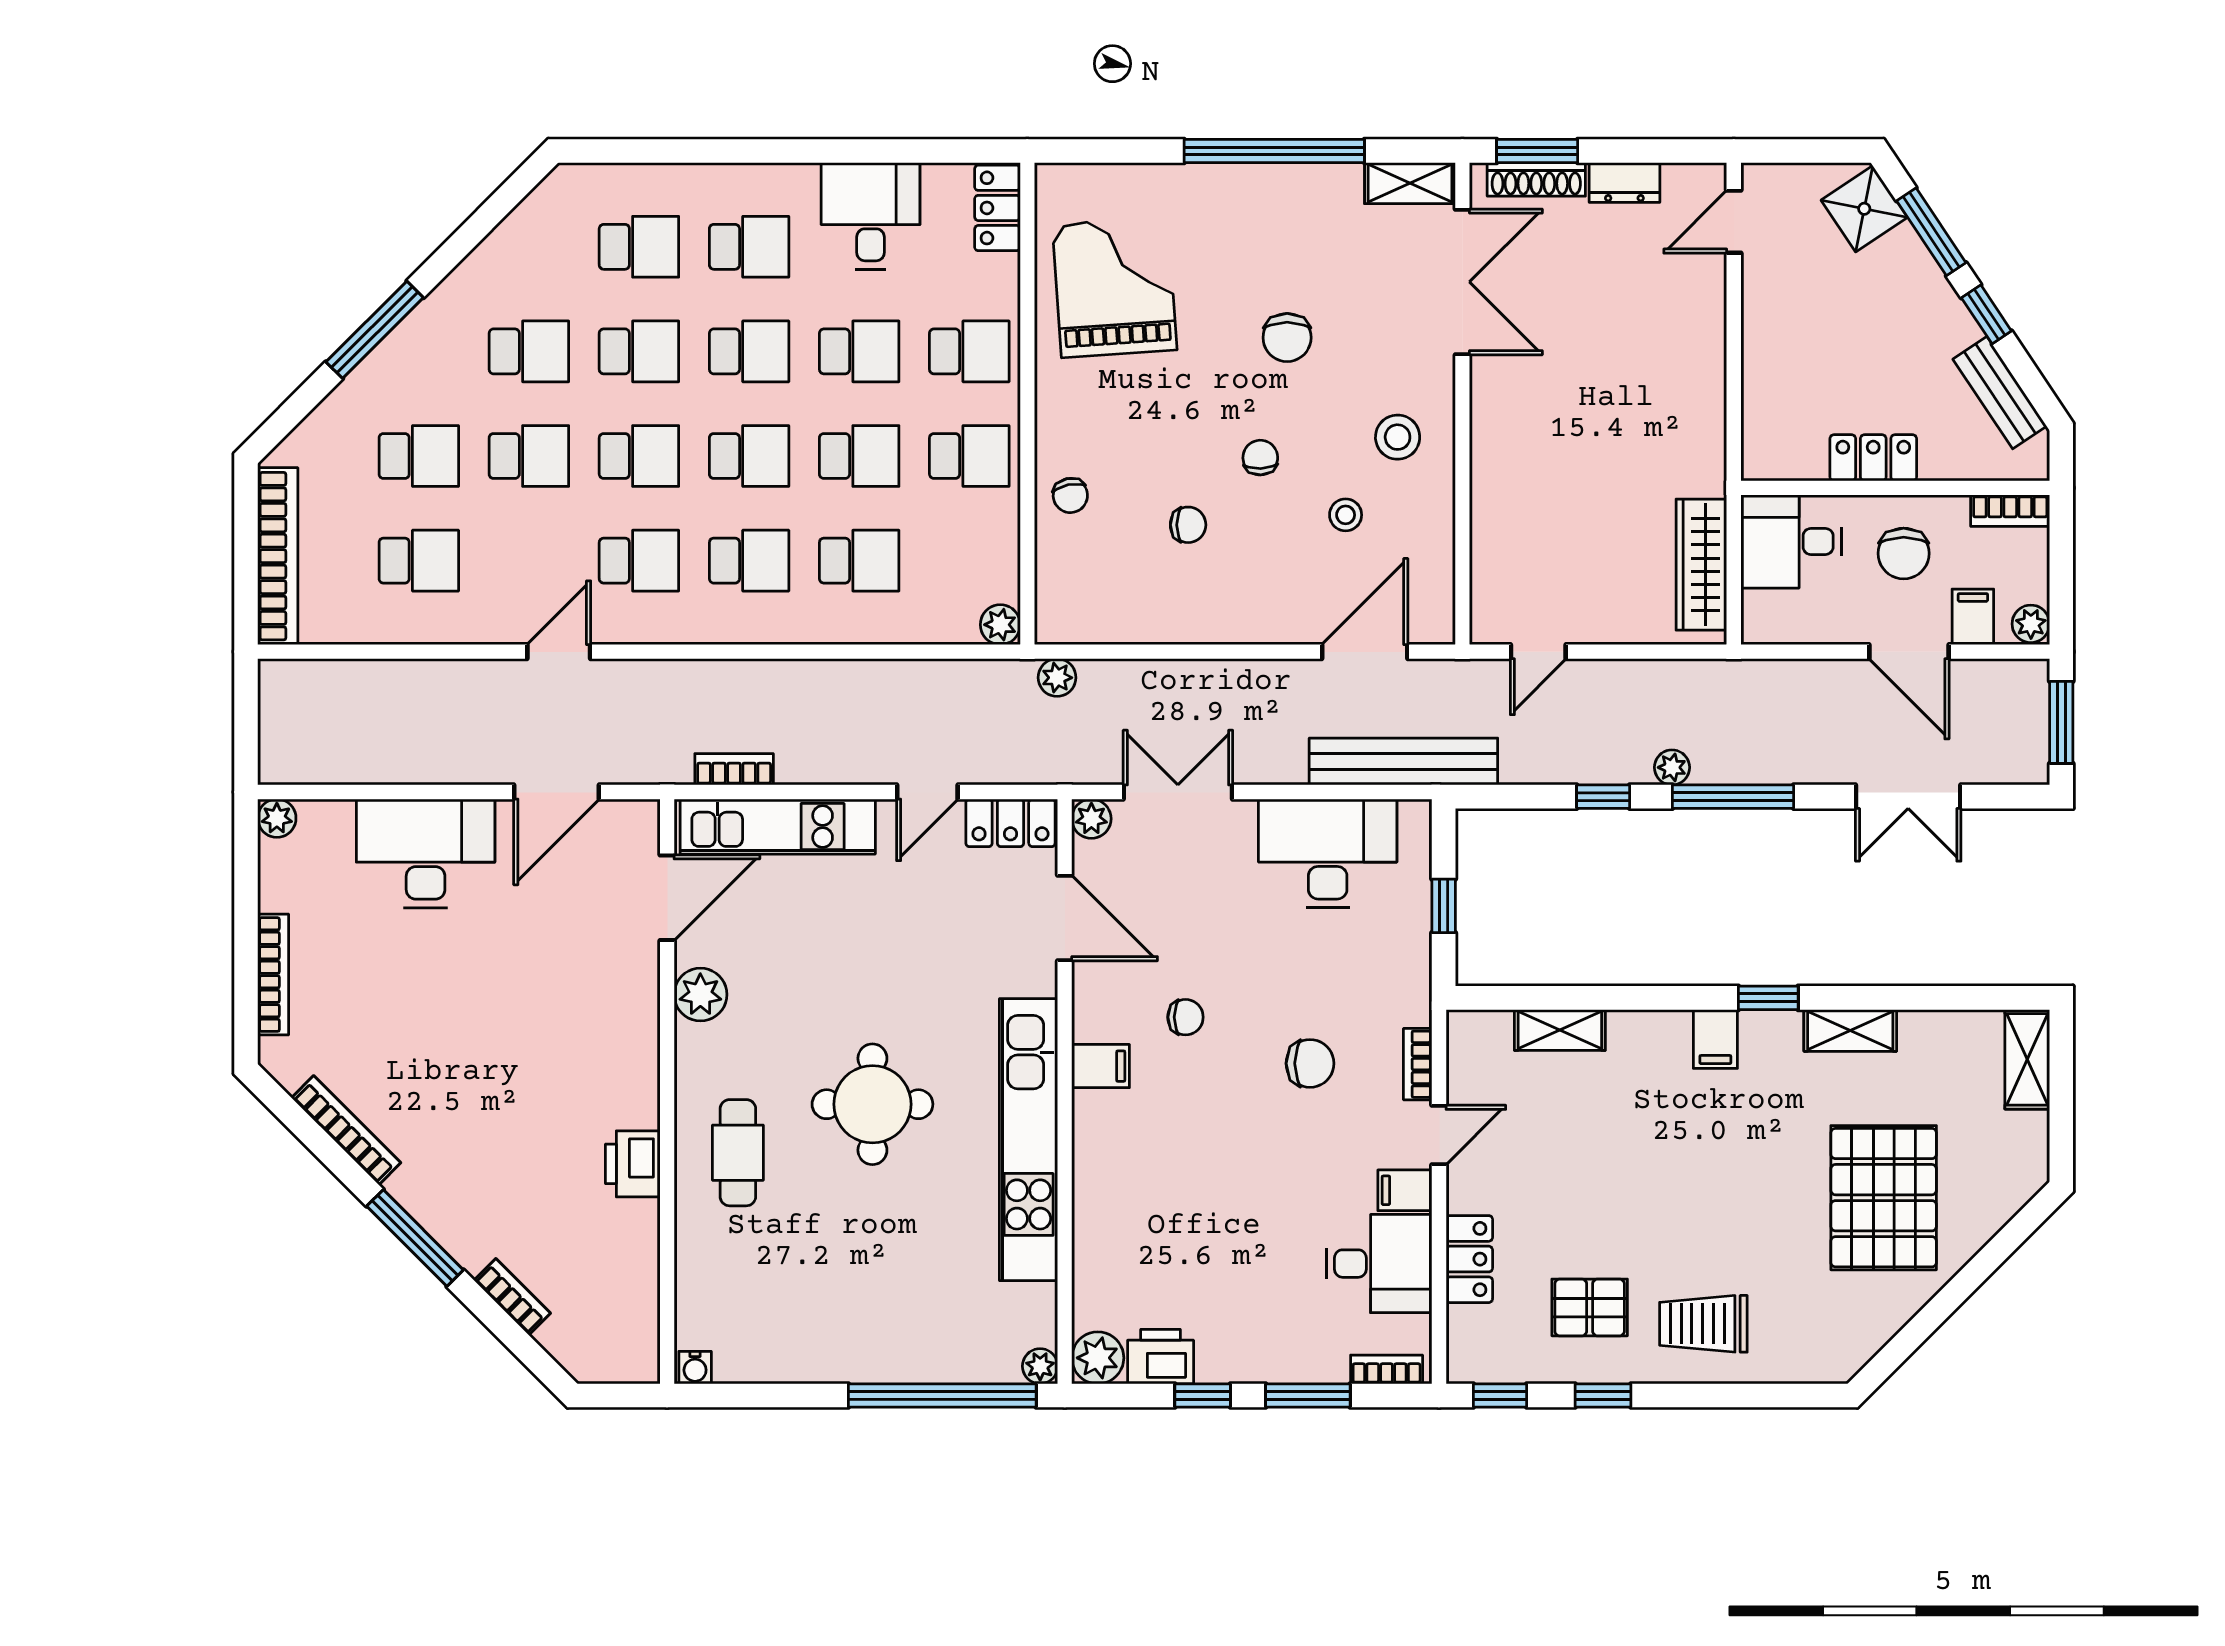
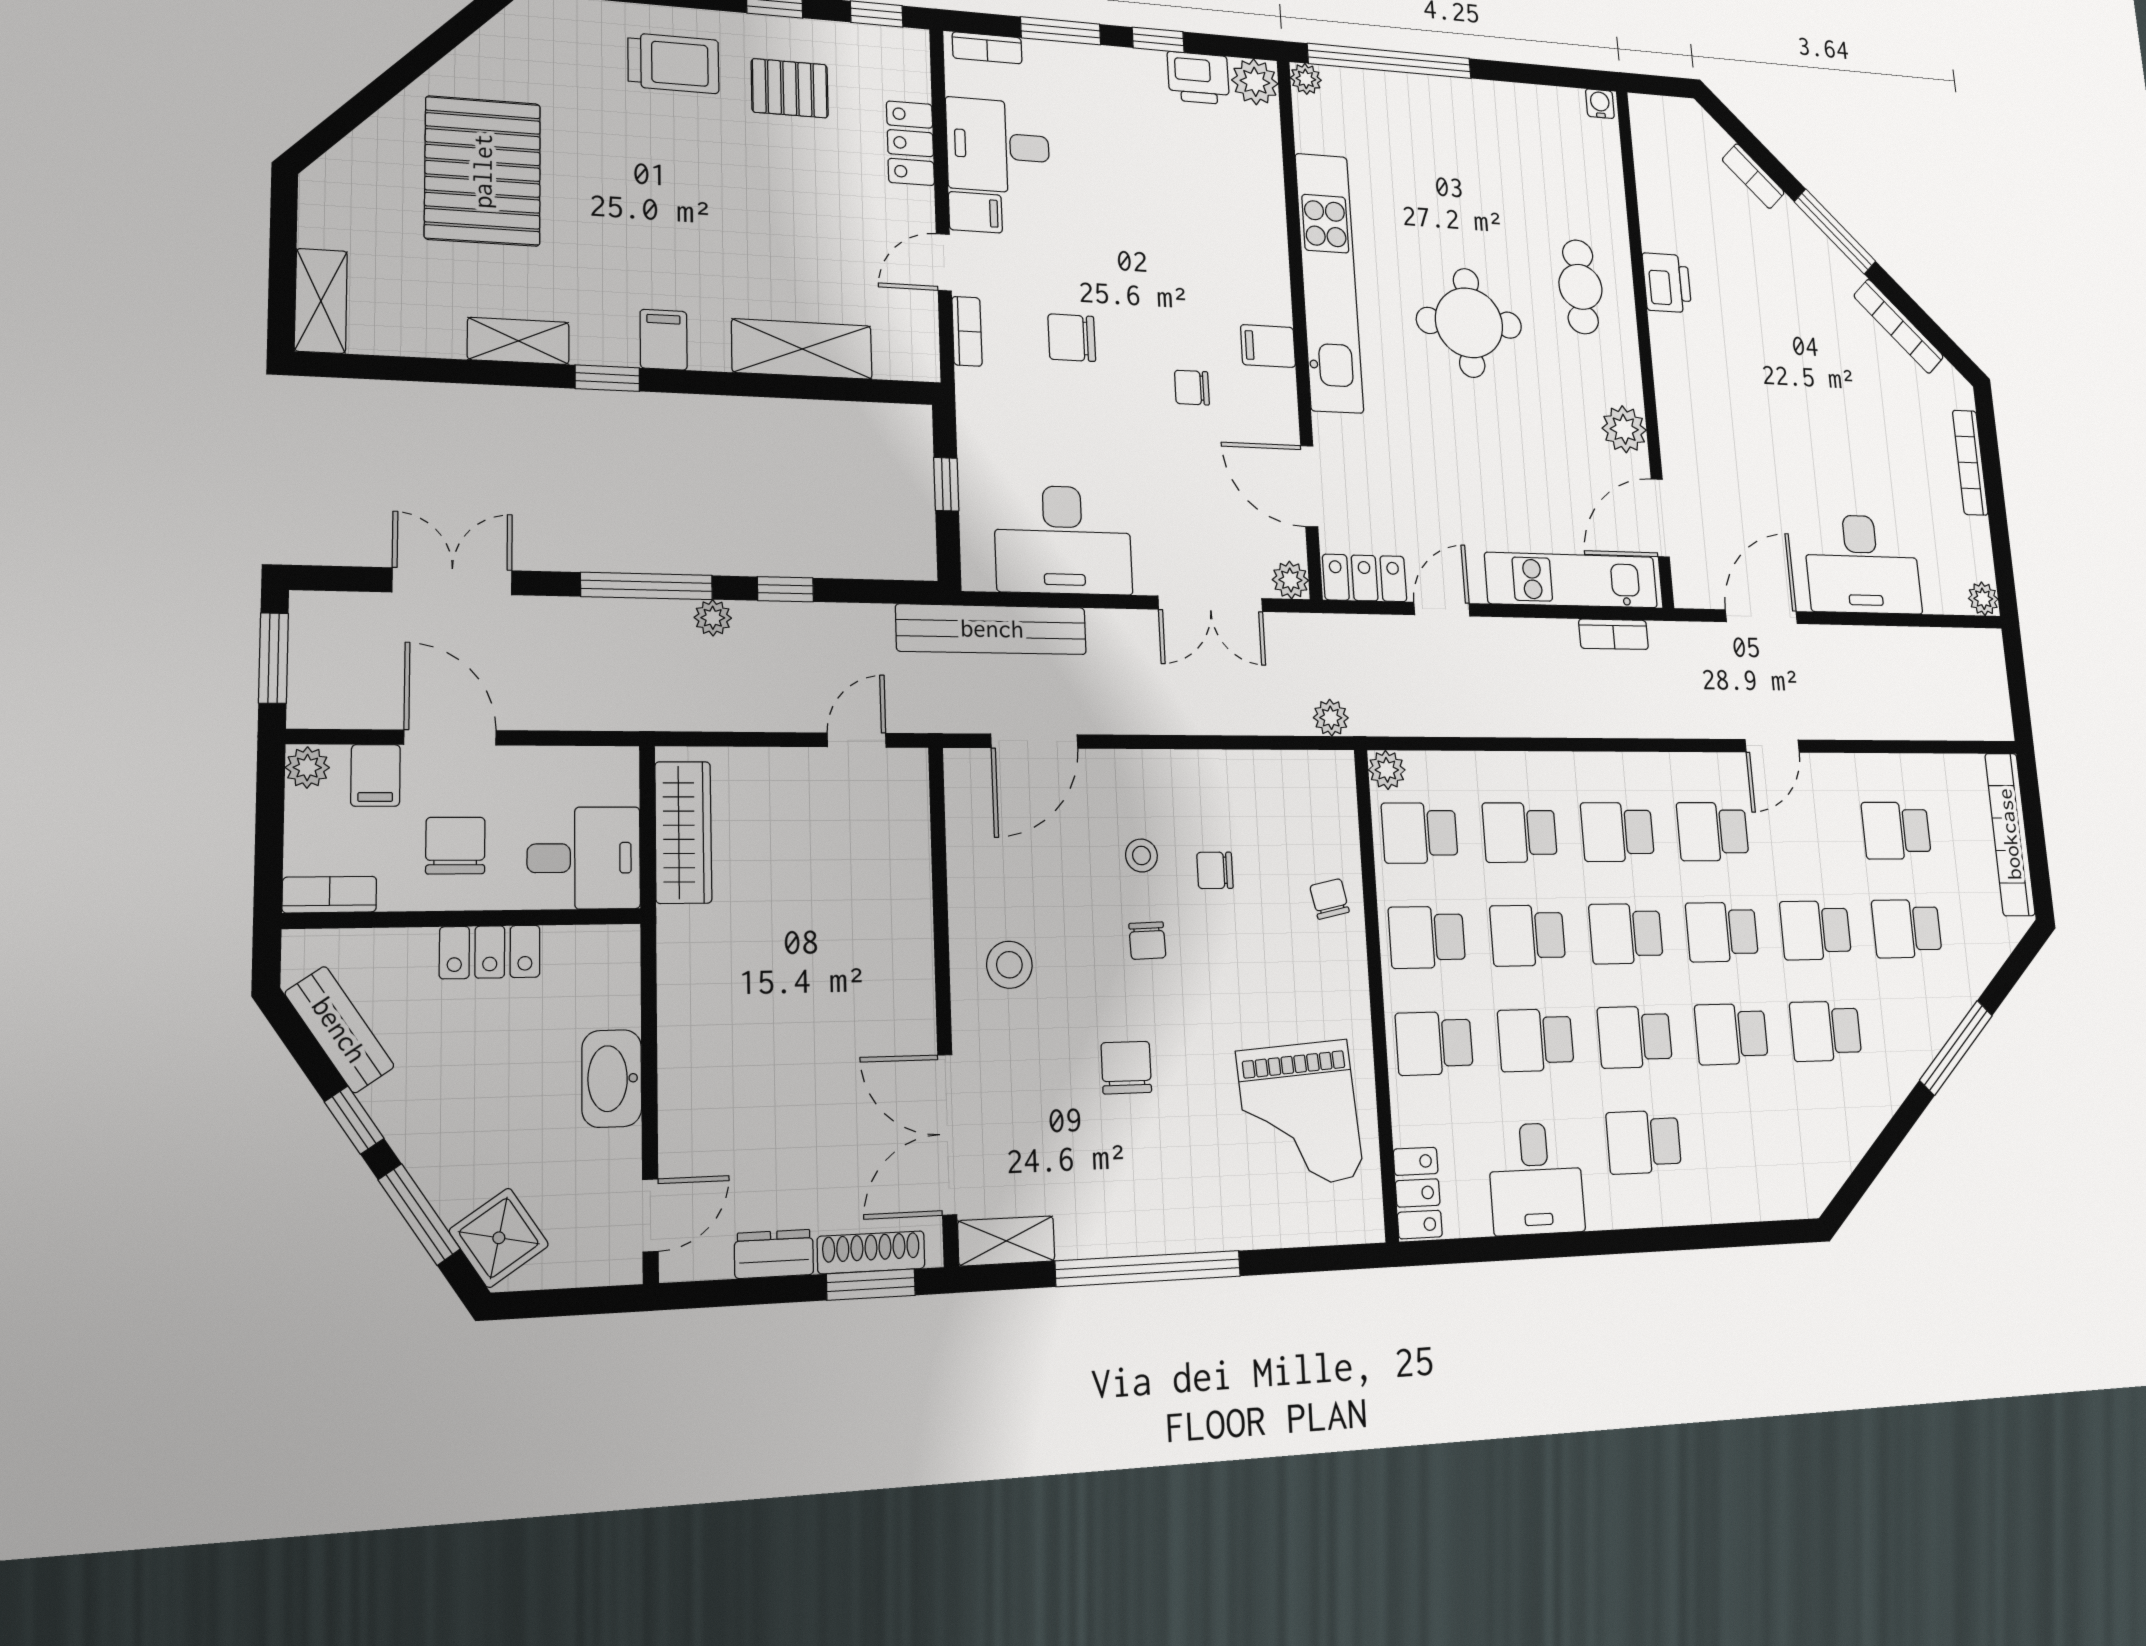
school desk: (639, 247) -> (1420, 833), moved
washbasin: (1767, 343) -> (612, 1078), added
stool: (1346, 515) -> (1141, 855), moved
shelving: (1560, 1030) -> (802, 349), width x1.50, depth x1.33

